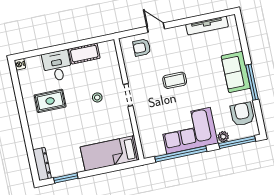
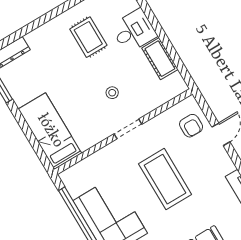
armchair: (142, 48) -> (191, 126), turned 180
coffee table: (175, 80) -> (165, 179), width x1.86, depth x1.72

